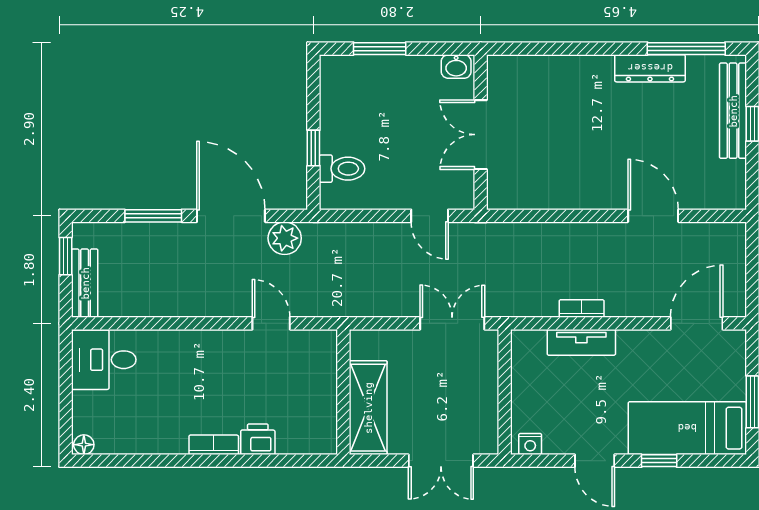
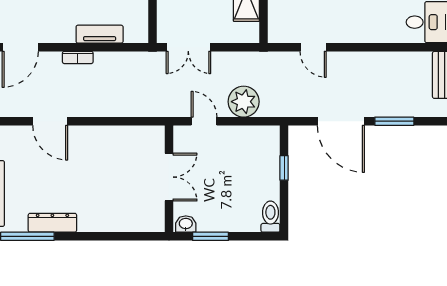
window: (380, 49) -> (210, 236), moved
toilet: (342, 169) -> (270, 217), moved, turned 90
plant: (285, 238) -> (244, 102), moved, width x1.36, depth x1.36
bookcase: (582, 308) -> (78, 57), moved

